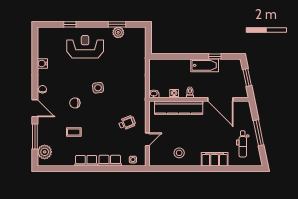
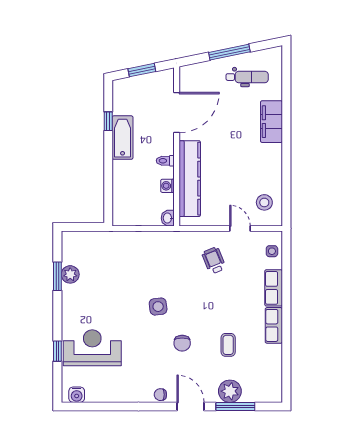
reception desk: (85, 47) -> (92, 348), moved, turned 90
water cooler: (42, 63) -> (77, 395), moved
door: (35, 108) -> (191, 407), hinge flipped
plant: (45, 152) -> (230, 391), moved
stool: (179, 153) -> (264, 202), moved

